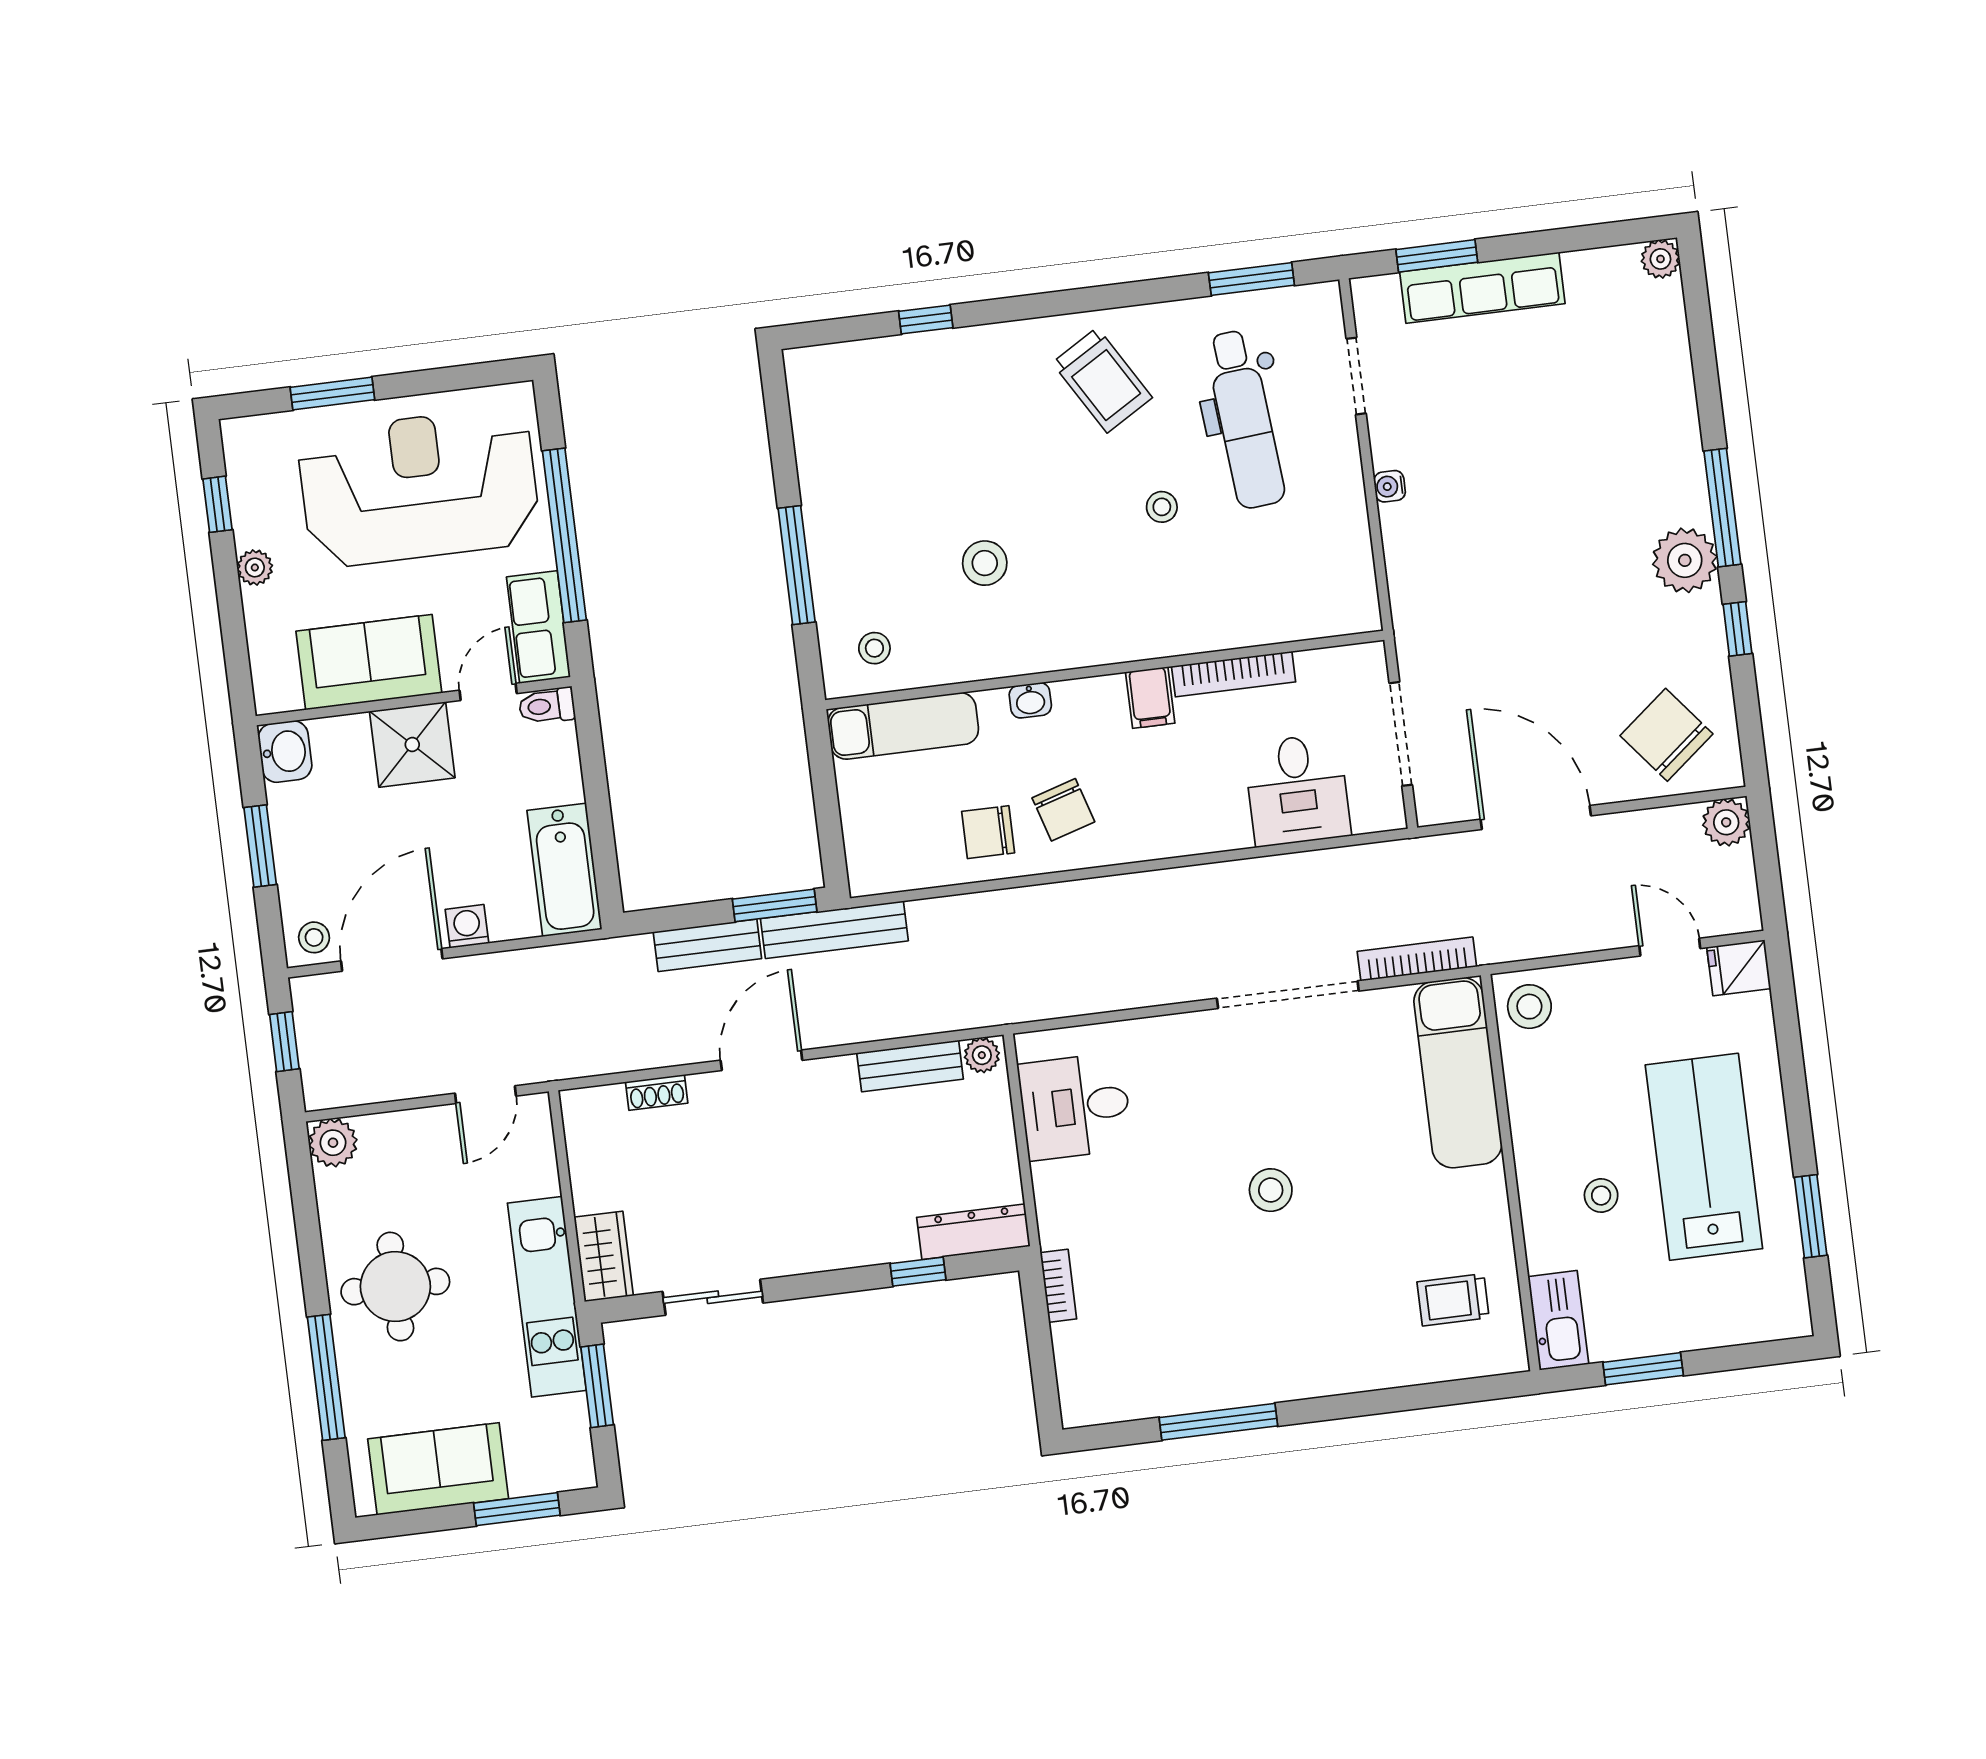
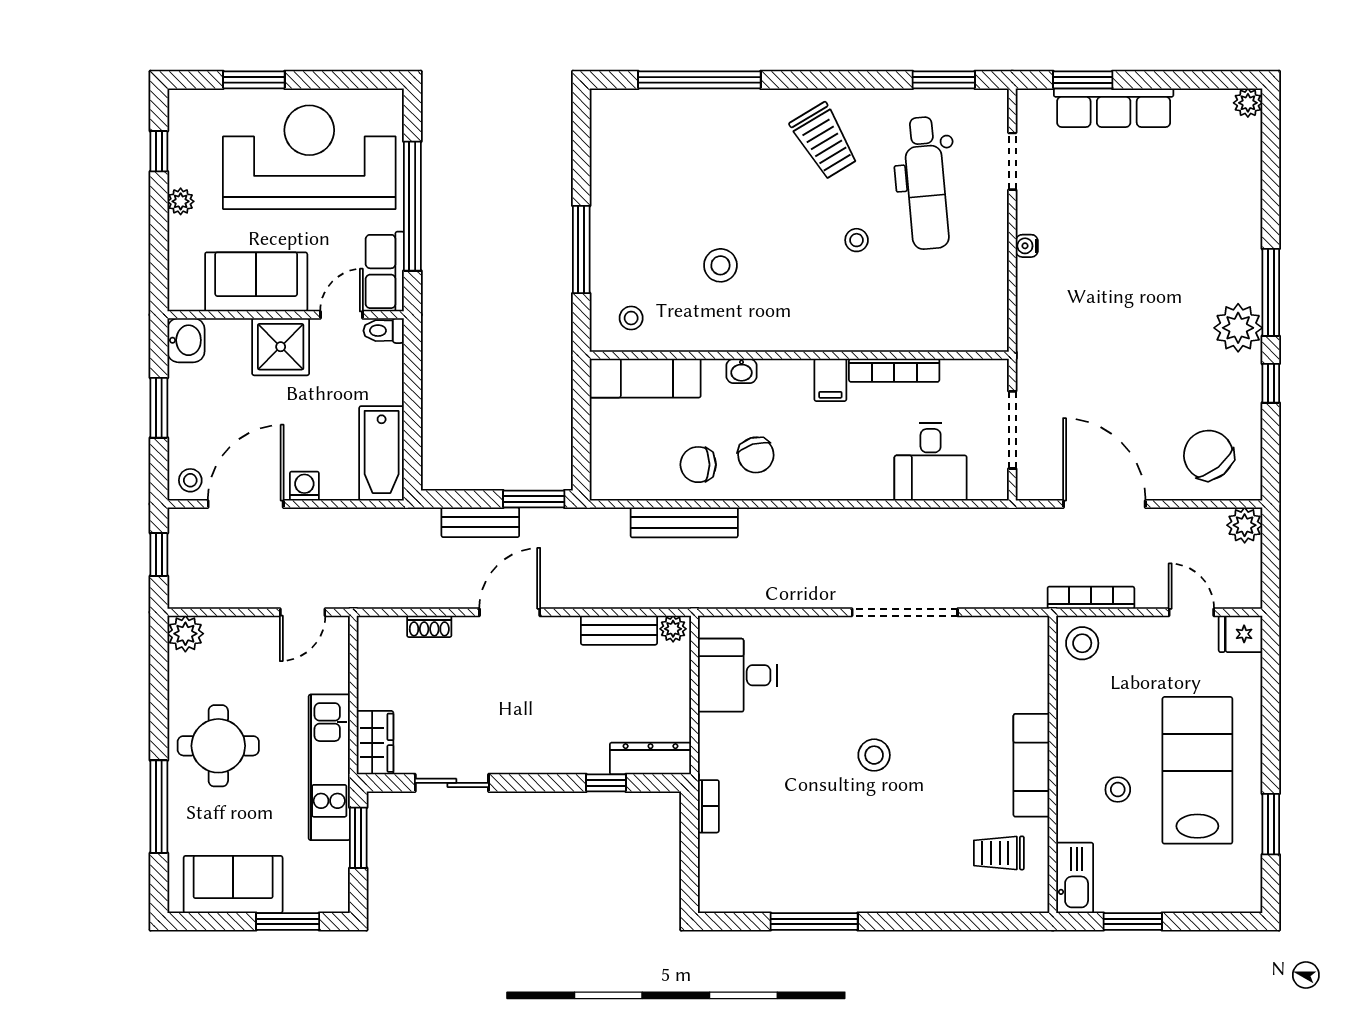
window: (926, 320) -> (699, 80), width x3.17
bench: (834, 930) -> (684, 522), moved
bookcase: (1417, 959) -> (1091, 598), moved
exam couch: (1458, 1073) -> (1031, 765), moved, width x0.73, depth x0.69

